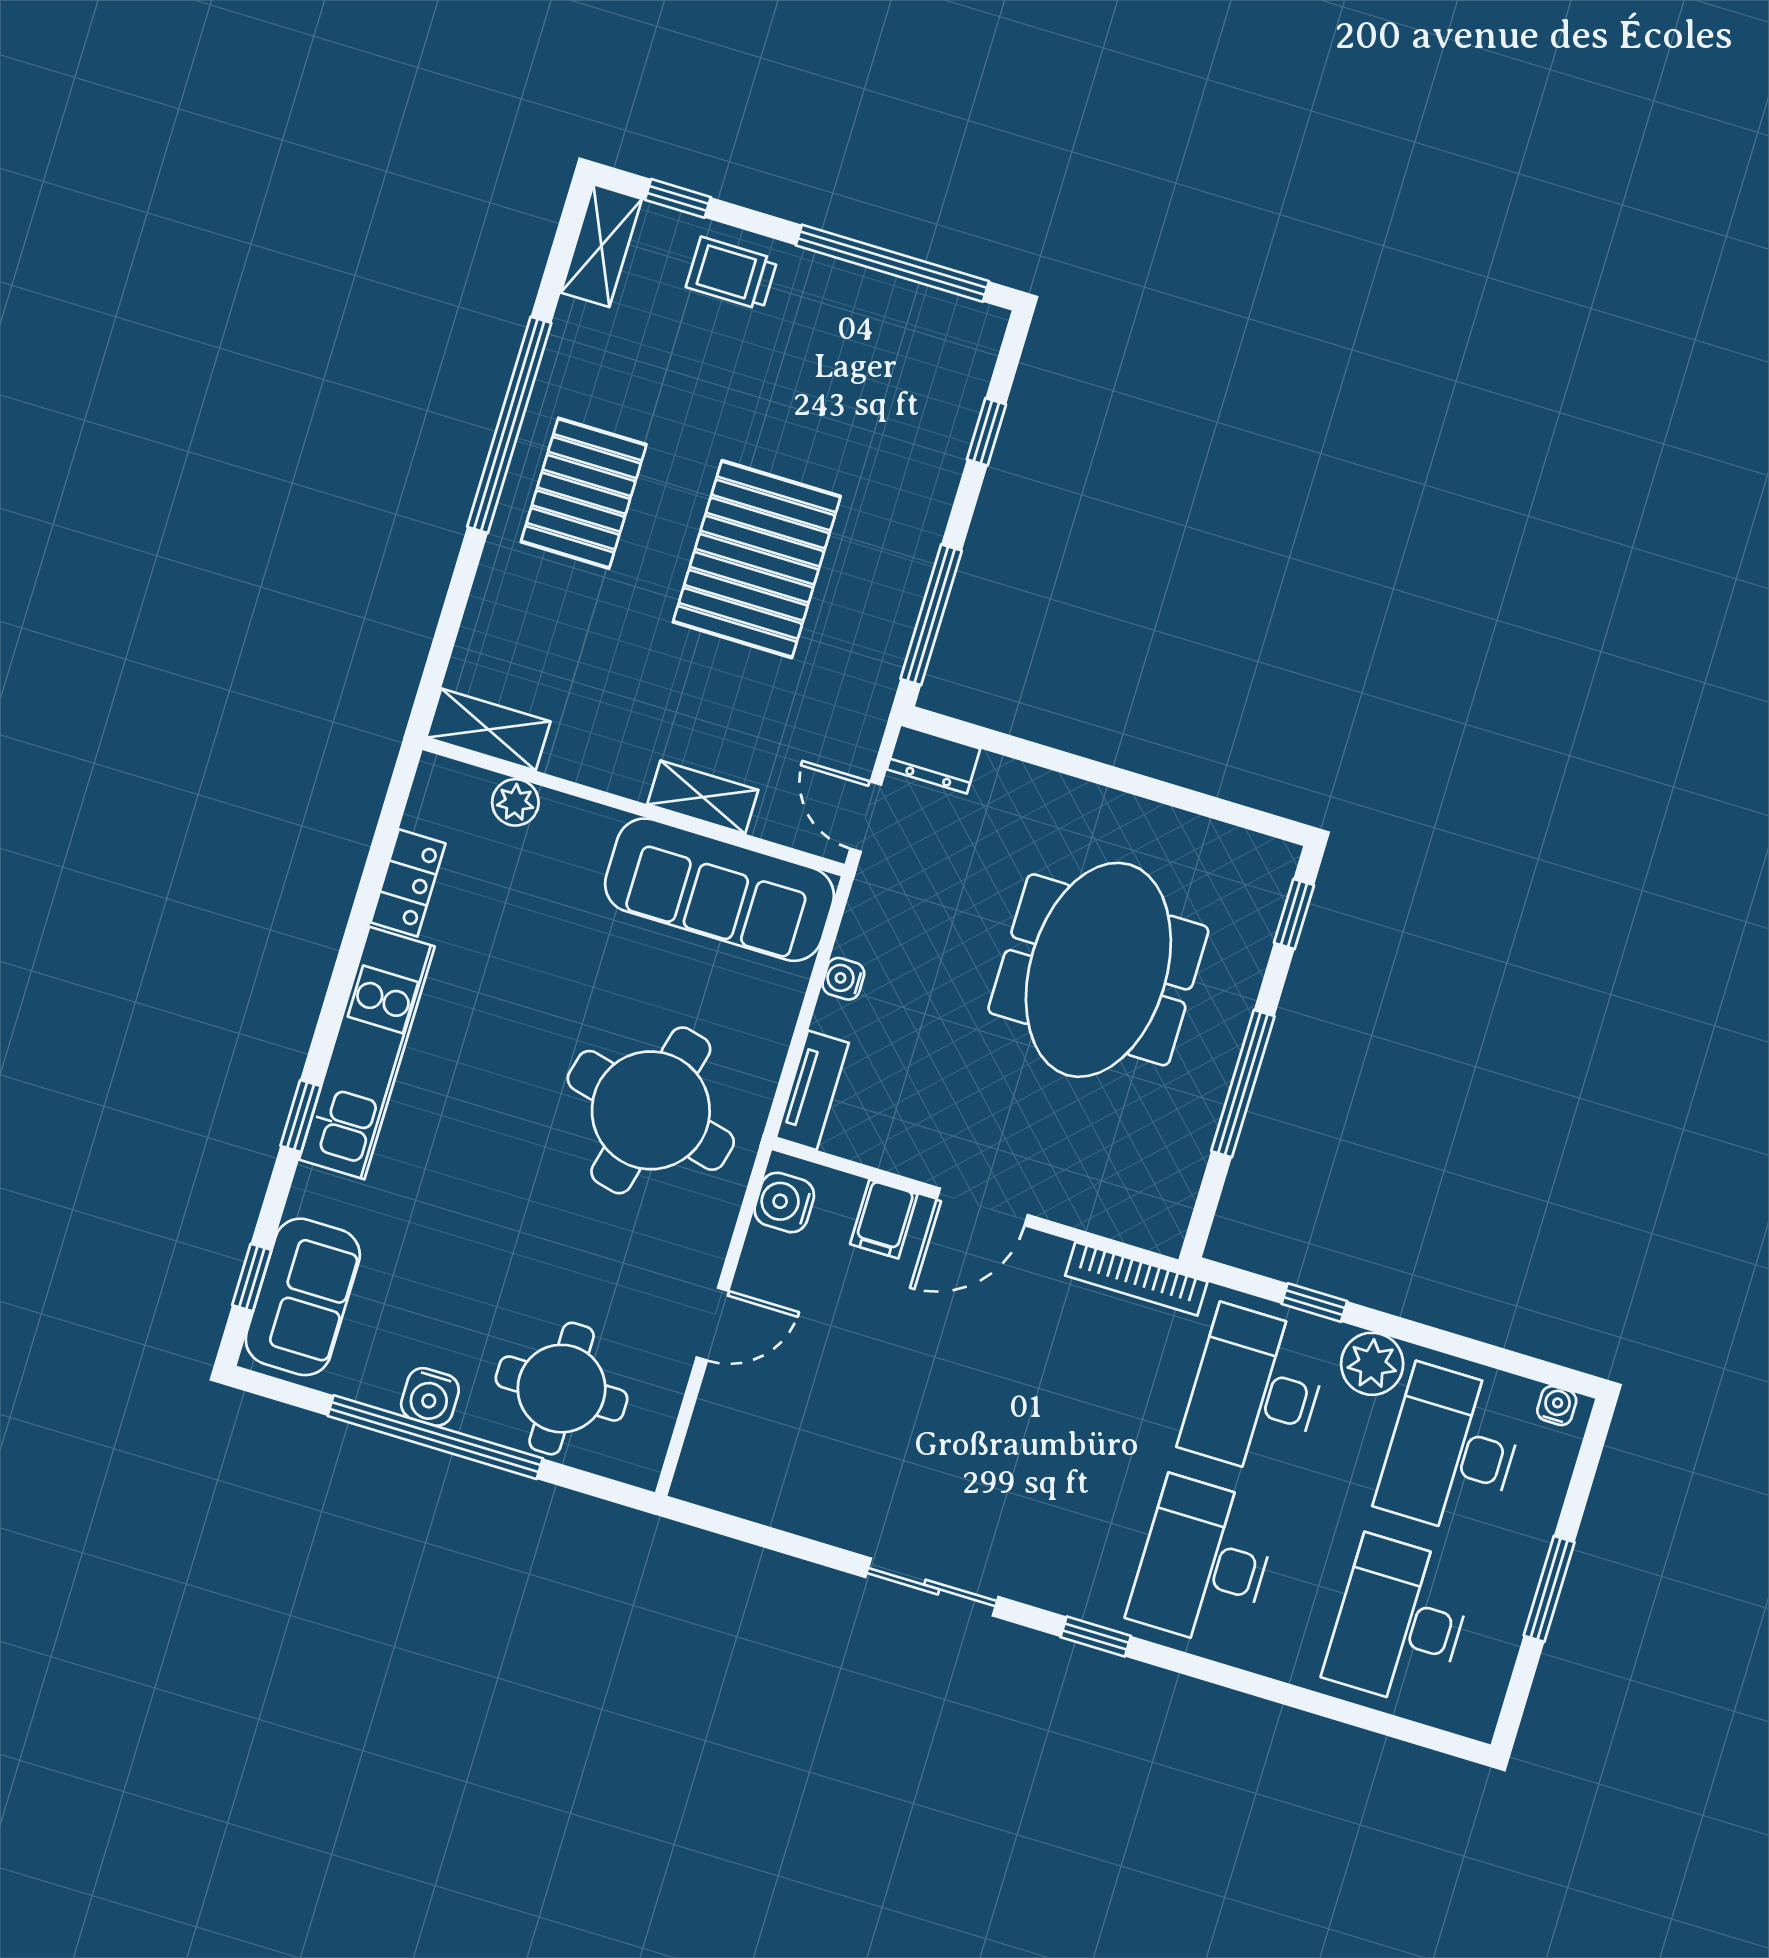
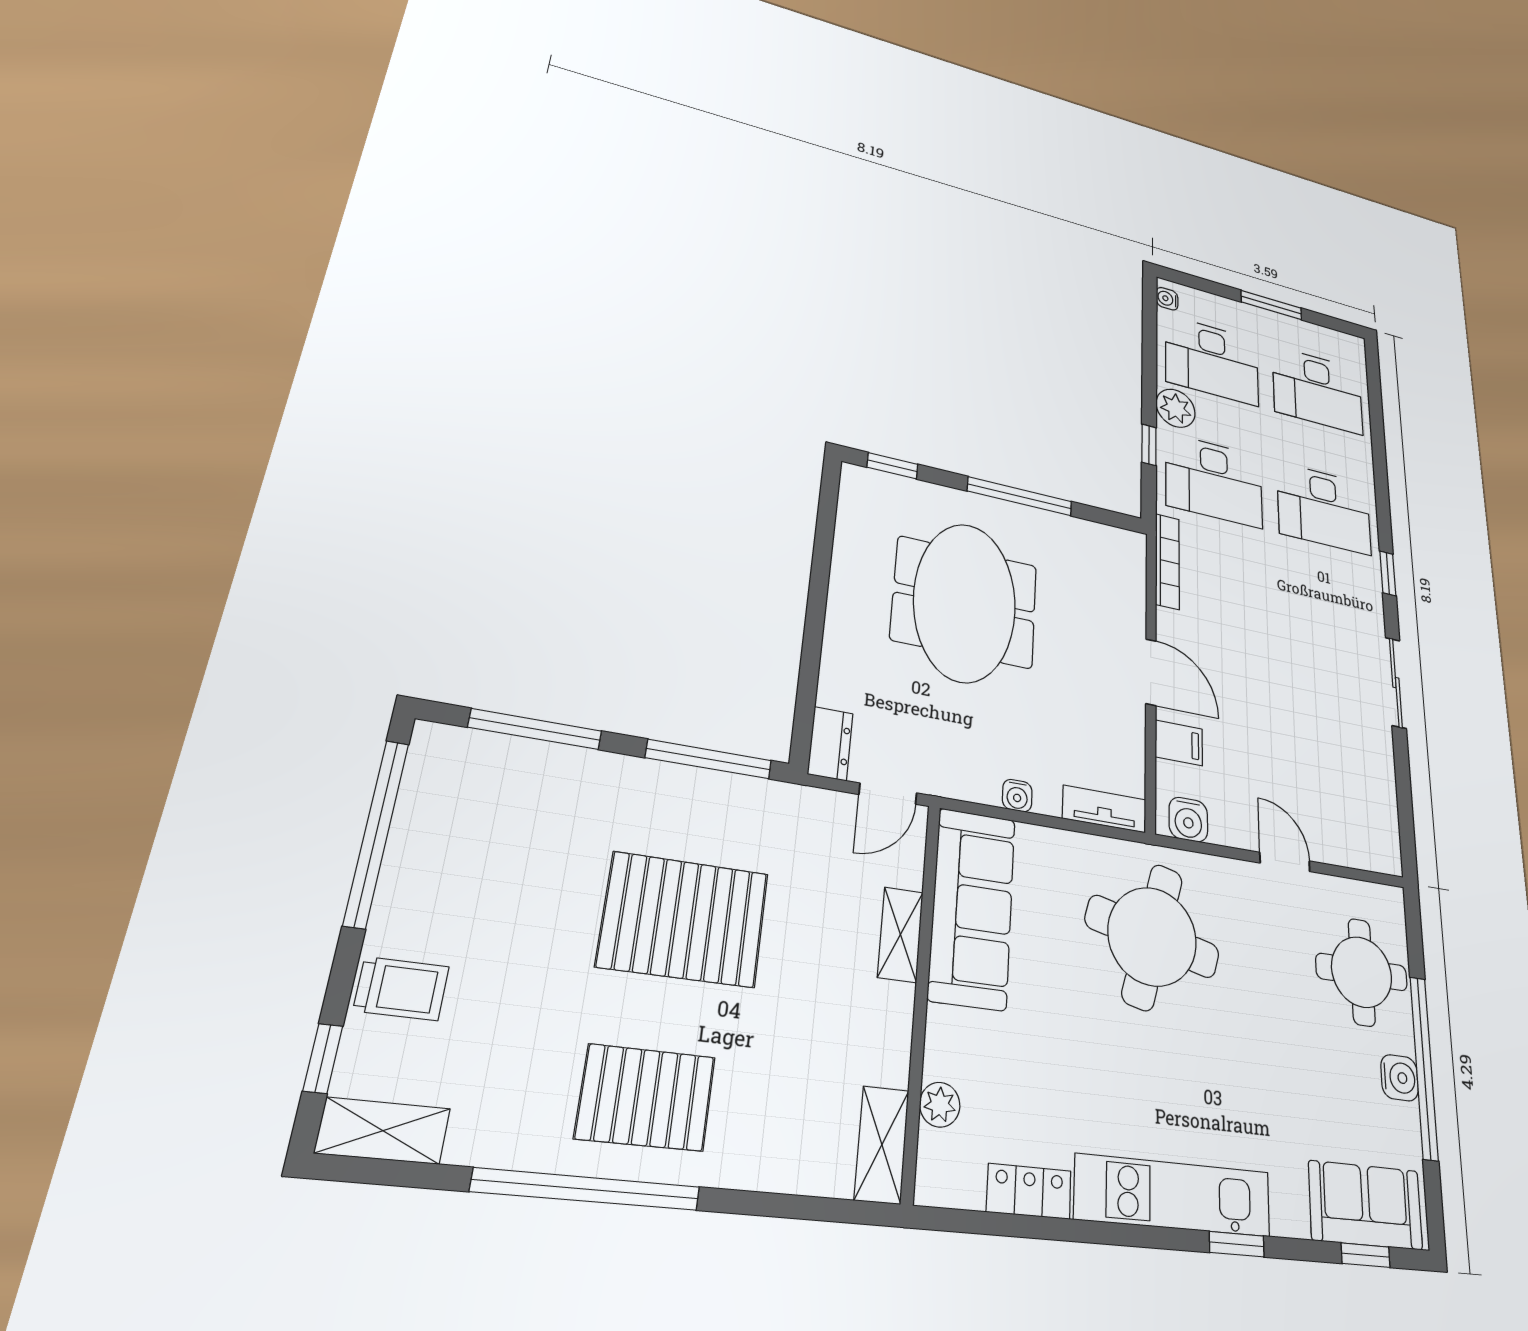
trolley: (732, 273) -> (401, 989), turned -90
window: (986, 432) -> (535, 729), width x2.17
meeting table: (1098, 970) -> (965, 602), turned 90

